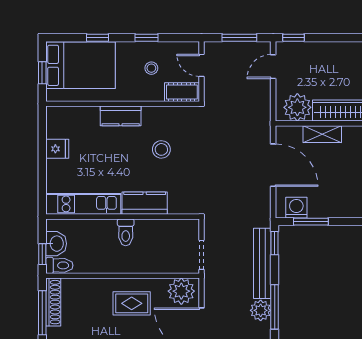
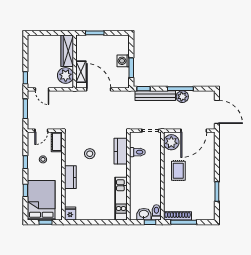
shelving: (322, 134) -> (81, 72), moved
fridge: (57, 149) -> (70, 214), moved
door: (273, 165) -> (99, 89), hinge flipped
kitchen counter: (145, 203) -> (121, 151), moved
washing machine: (296, 208) -> (123, 61), moved
toilet: (126, 232) -> (137, 152), moved

